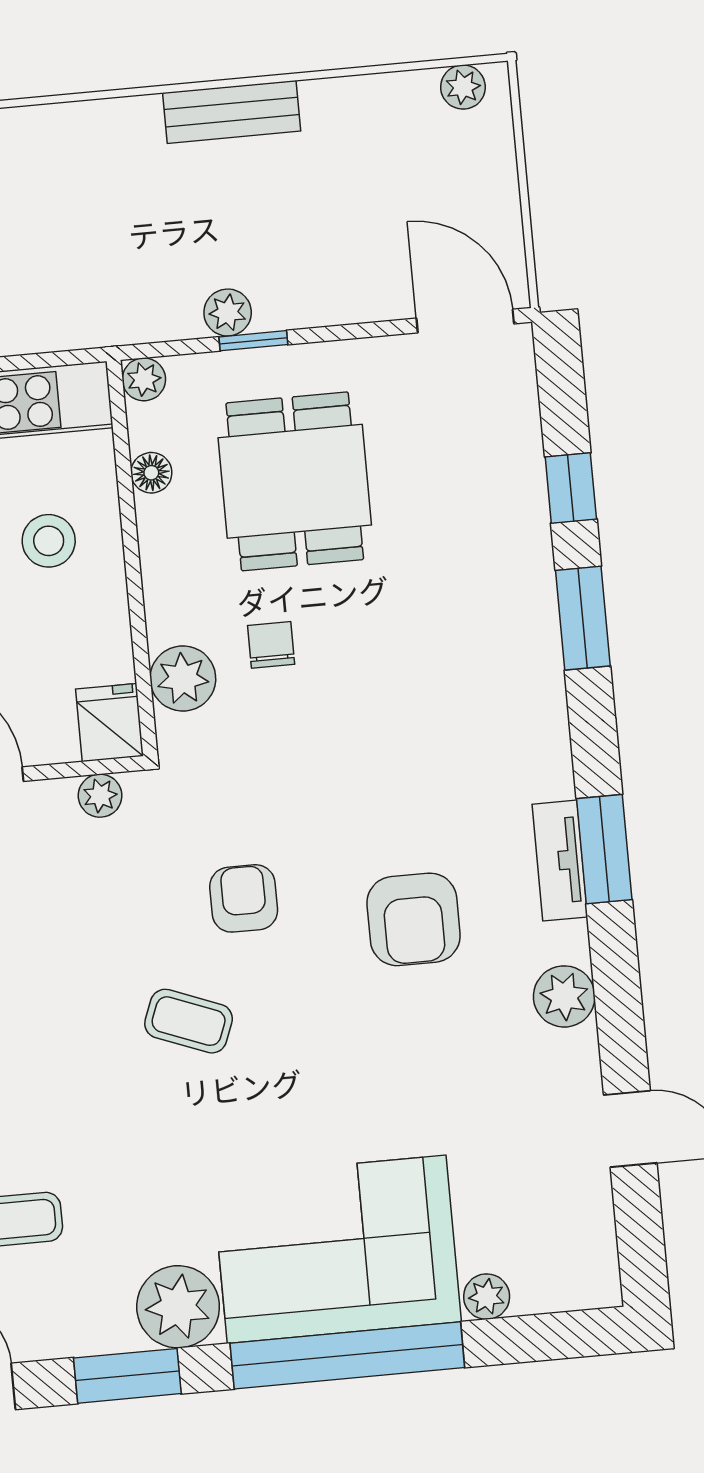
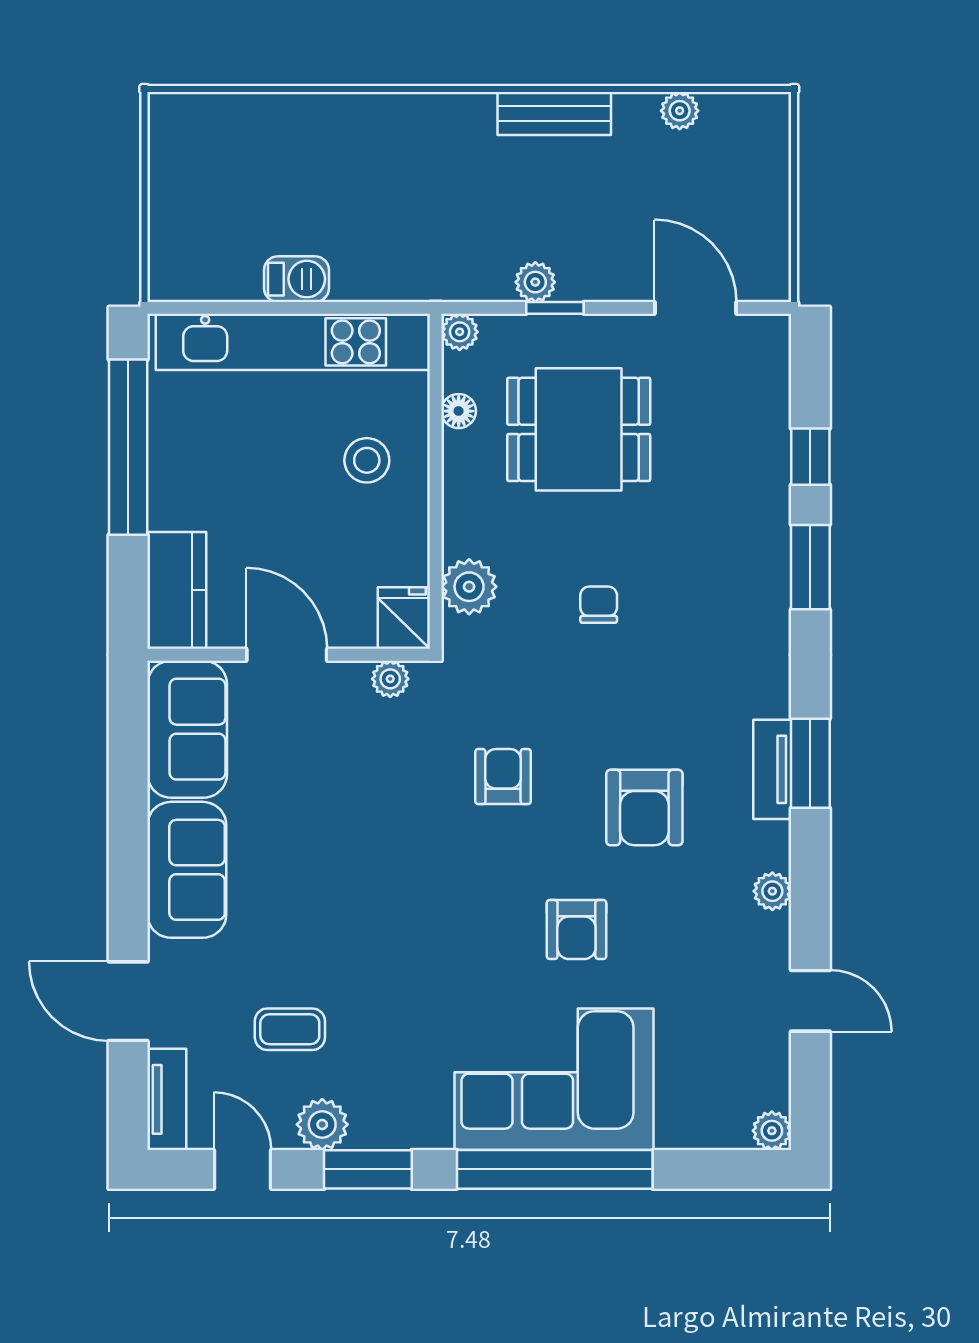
plant: (463, 87) -> (680, 111), moved
door: (465, 321) -> (695, 308), moved
dining table: (295, 481) -> (579, 429), turned 90
chair: (271, 645) -> (599, 605), moved
plant: (564, 996) -> (772, 891), width x0.73, depth x0.73
coffee table: (189, 1021) -> (447, 876), removed
armchair: (347, 1071) -> (576, 929), added
plant: (487, 1297) -> (772, 1131), moved
plant: (178, 1307) -> (322, 1124), moved, width x0.73, depth x0.73

